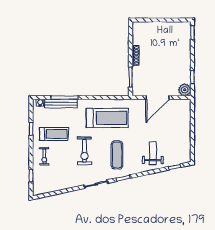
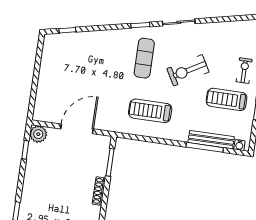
treadmill: (107, 118) -> (150, 111), width x0.73, depth x0.73
exercise bike: (84, 151) -> (188, 70), turned -120
weight bench: (153, 153) -> (95, 54), removed

